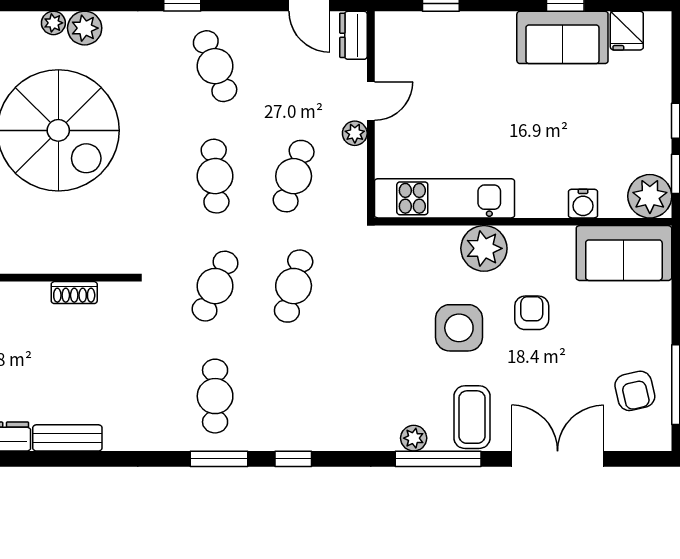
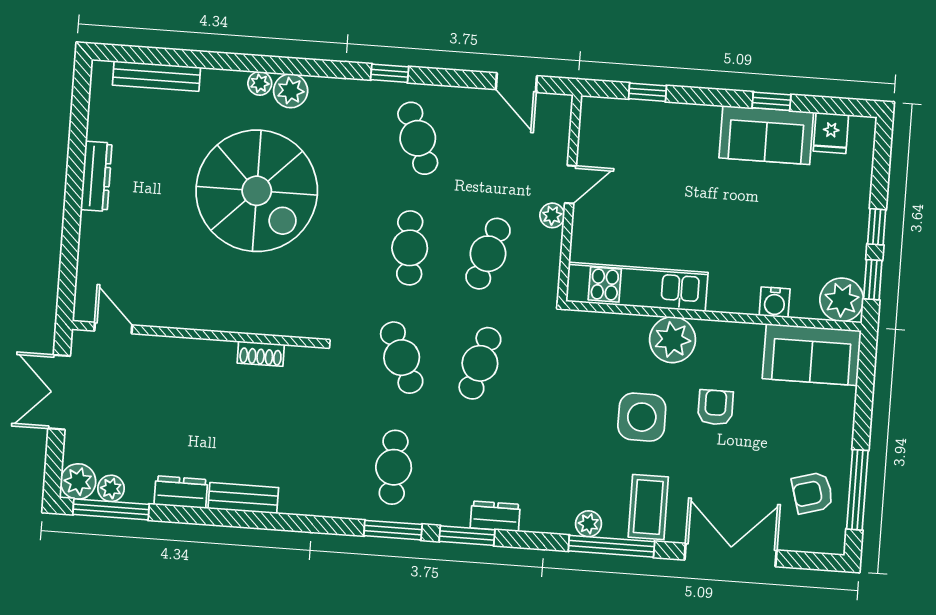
dresser: (353, 35) -> (495, 516), moved, turned 90
cafe table: (215, 286) -> (402, 358), turned -48
armchair: (635, 391) -> (813, 493), turned 87
window: (293, 459) -> (467, 536), width x1.50

